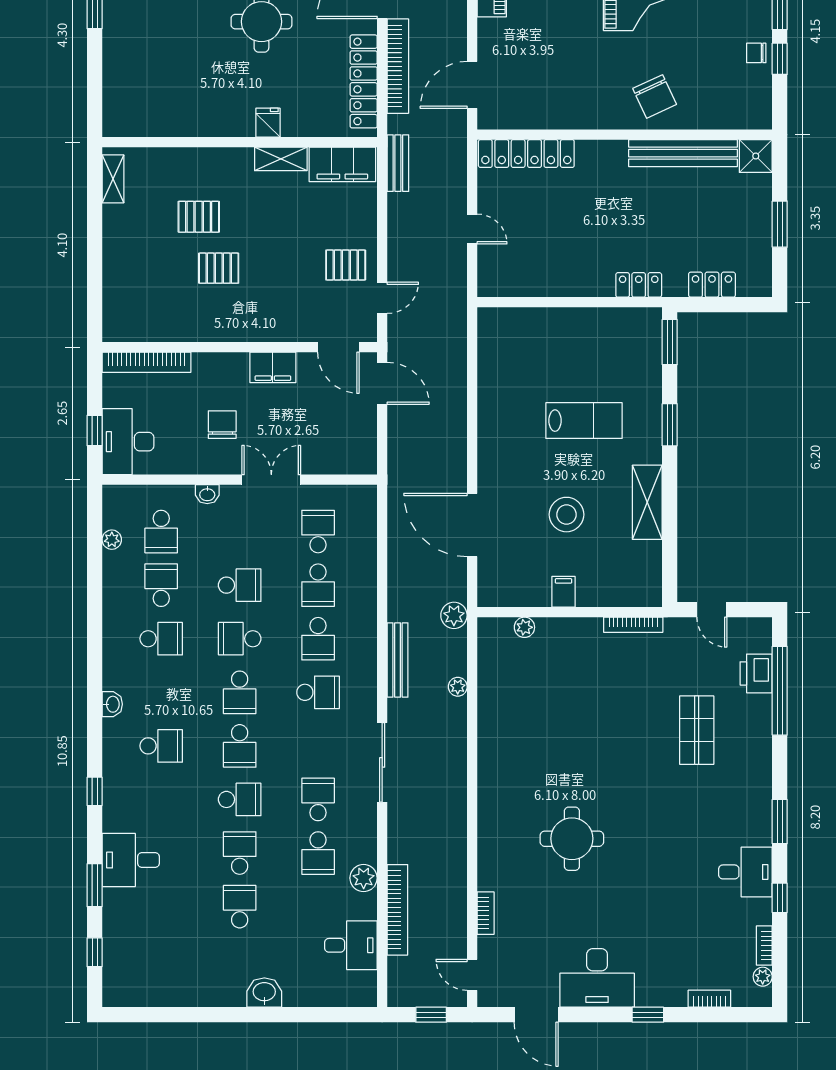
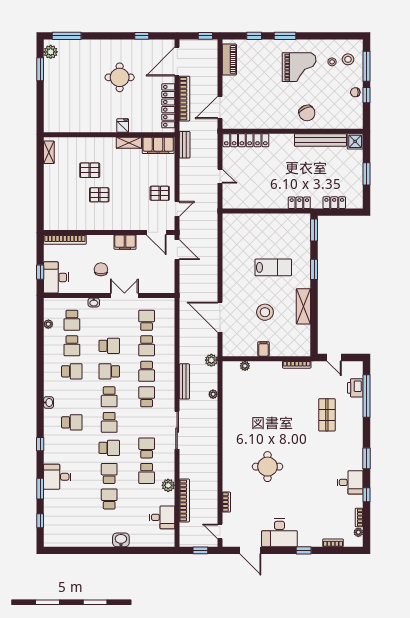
school desk: (161, 585) -> (72, 346), turned 180
school desk: (318, 692) -> (147, 397), turned -90

